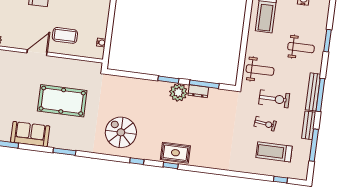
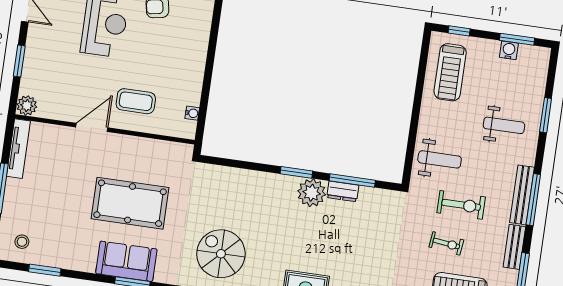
sofa: (30, 134) -> (126, 261), moved

